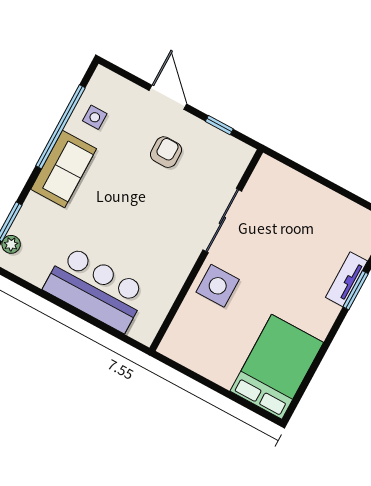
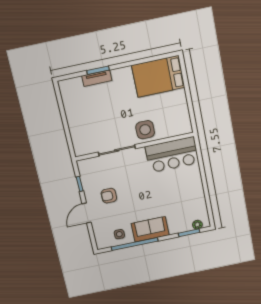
bar counter: (96, 289) -> (172, 155), moved, turned -90

